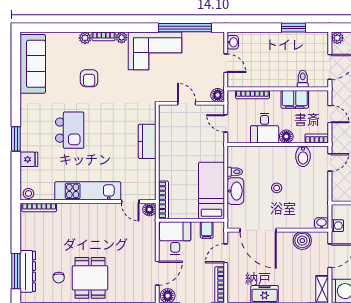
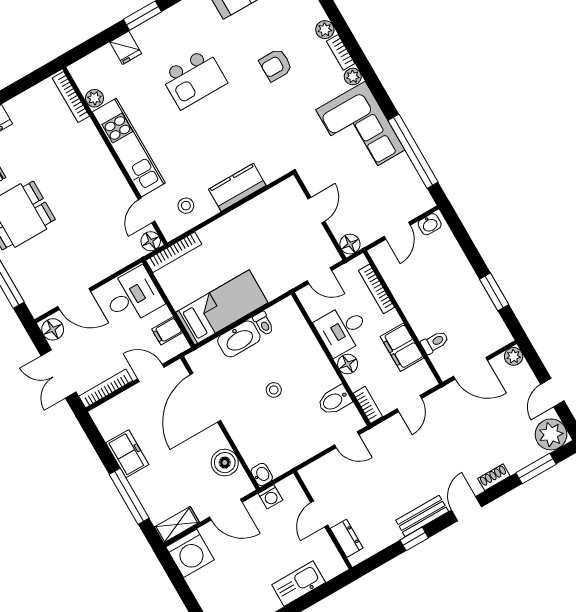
door: (226, 123) -> (319, 276), swing flipped
stool: (28, 193) -> (186, 206), moved
plant: (48, 194) -> (94, 98), added

